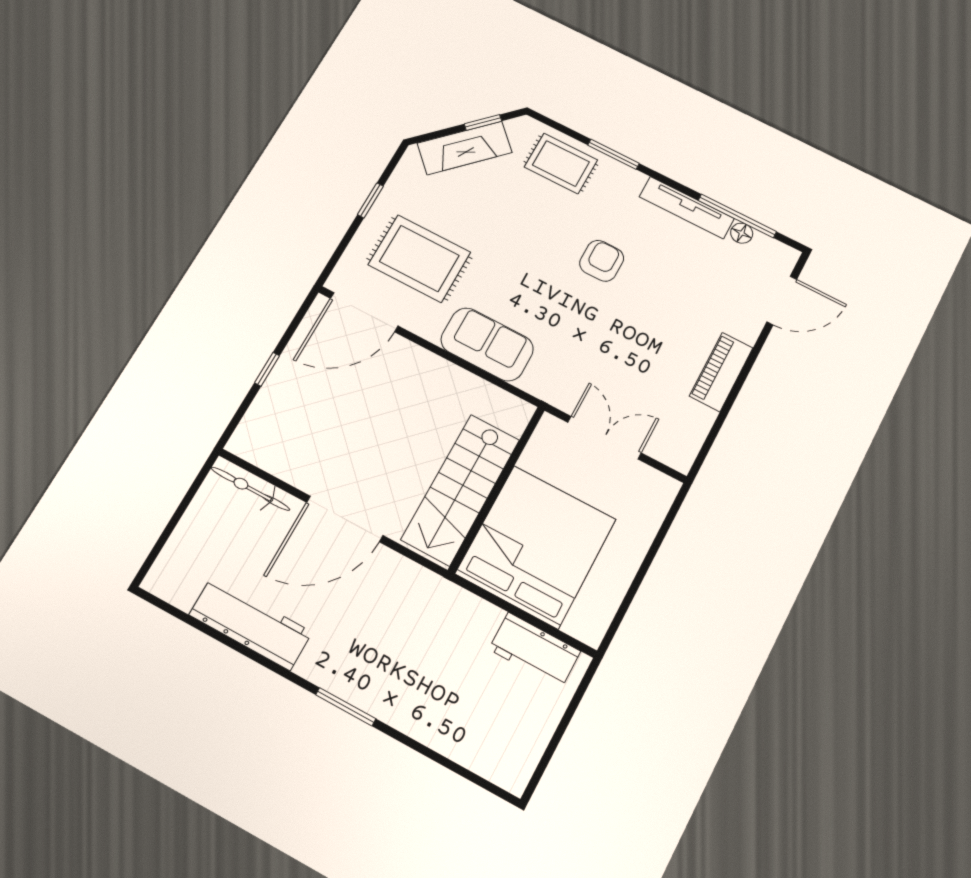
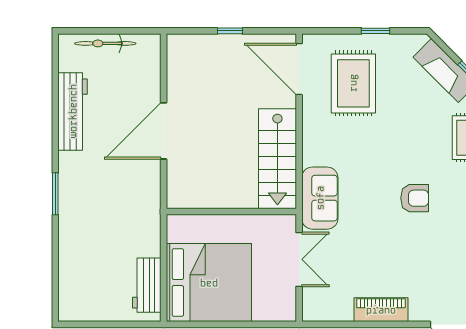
sofa: (487, 344) -> (320, 198), moved
bicycle: (250, 489) -> (105, 43), moved, turned -90
stairs: (460, 489) -> (277, 159), moved, turned -90
door: (345, 519) -> (164, 131), hinge flipped
bed: (536, 546) -> (209, 283), moved

